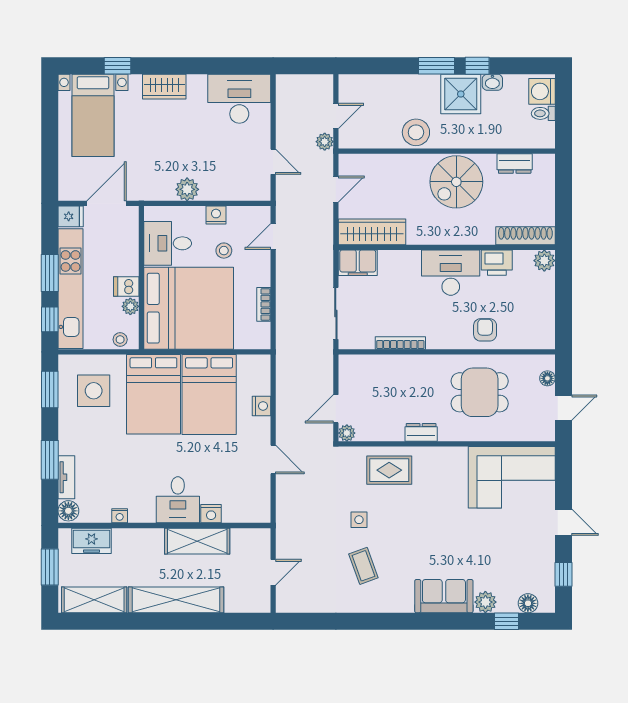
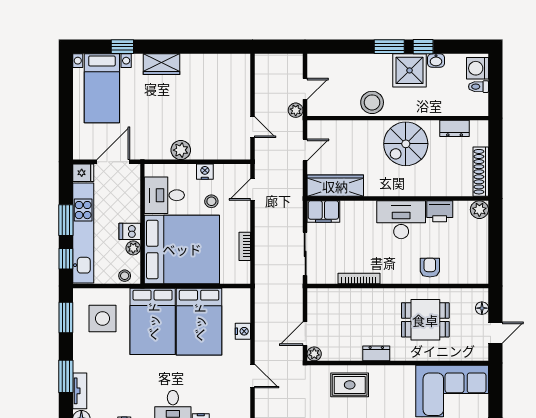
desk: (239, 99) -> (224, 74), removed
shoe rack: (525, 236) -> (481, 172), moved, turned -90

